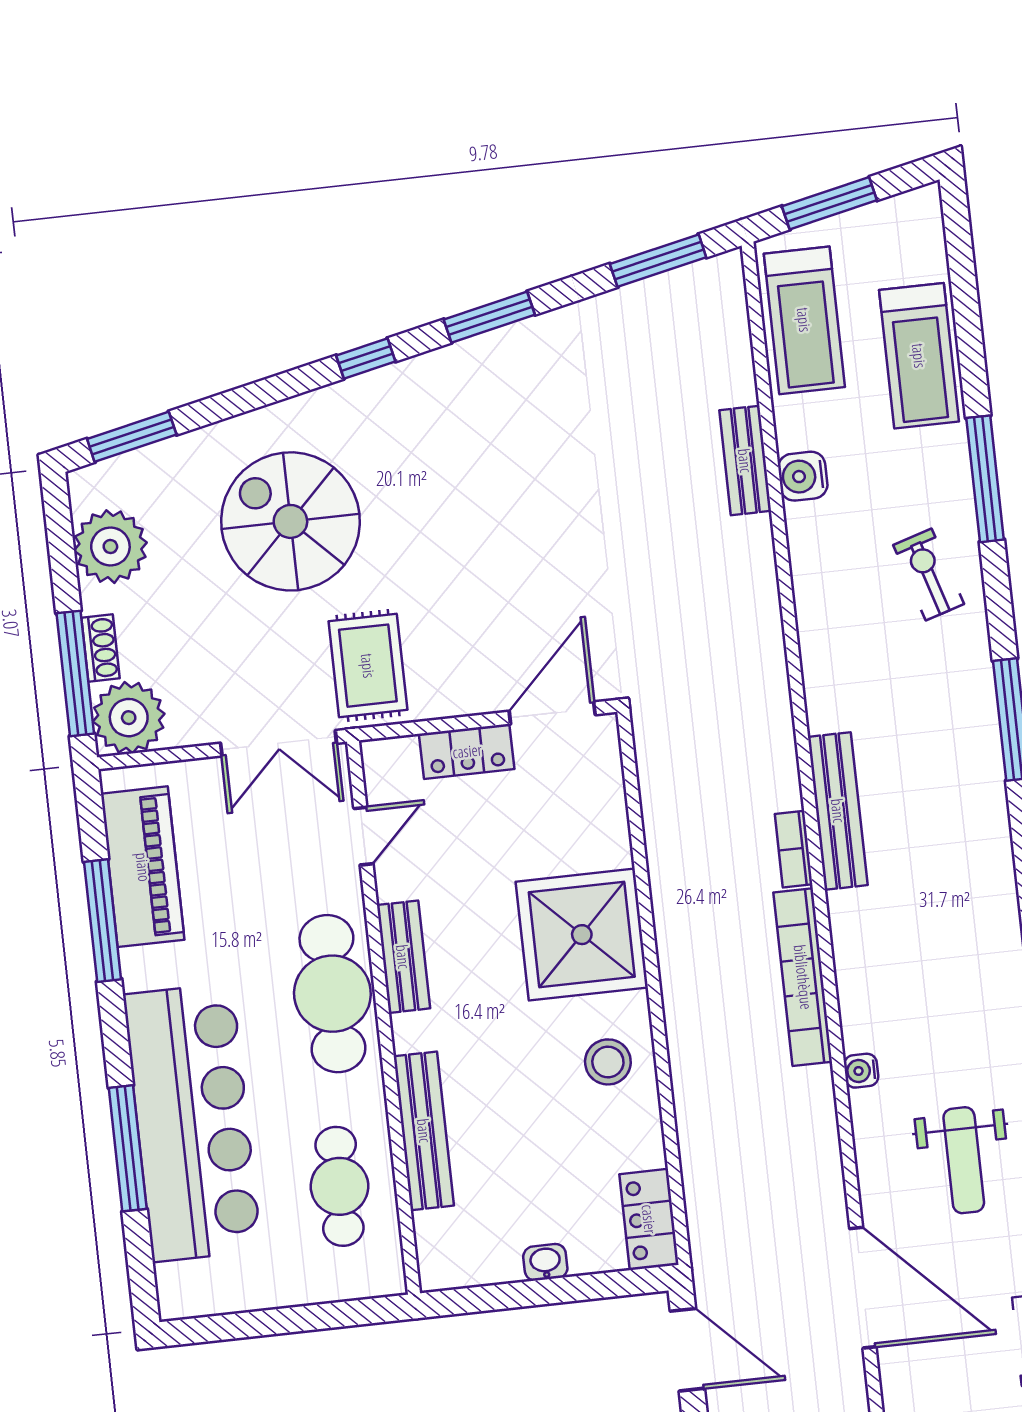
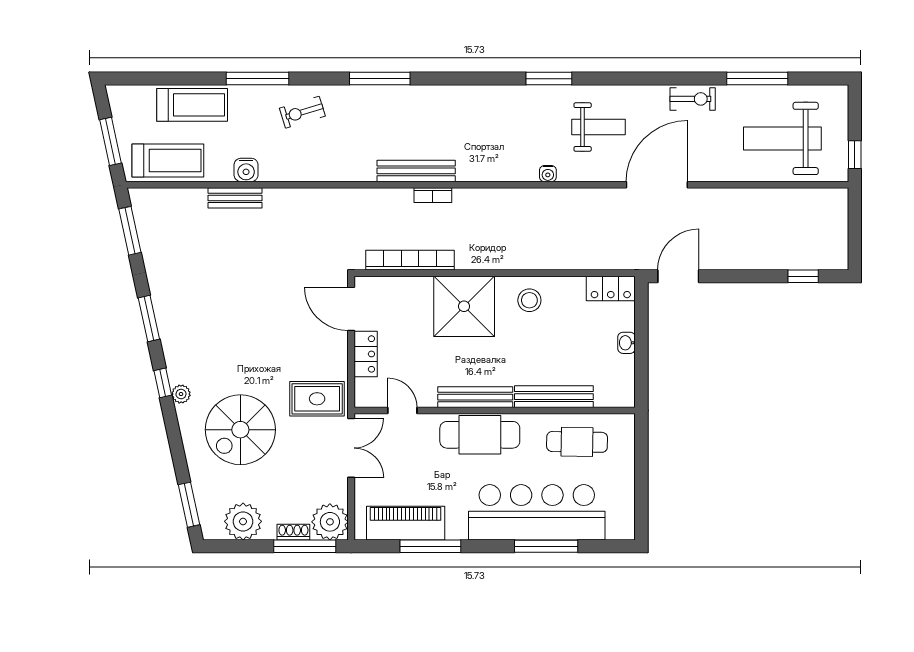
plant: (348, 397) -> (181, 394), added
bench: (403, 957) -> (475, 397), width x1.36
bookcase: (803, 977) -> (410, 260), moved, turned 180

